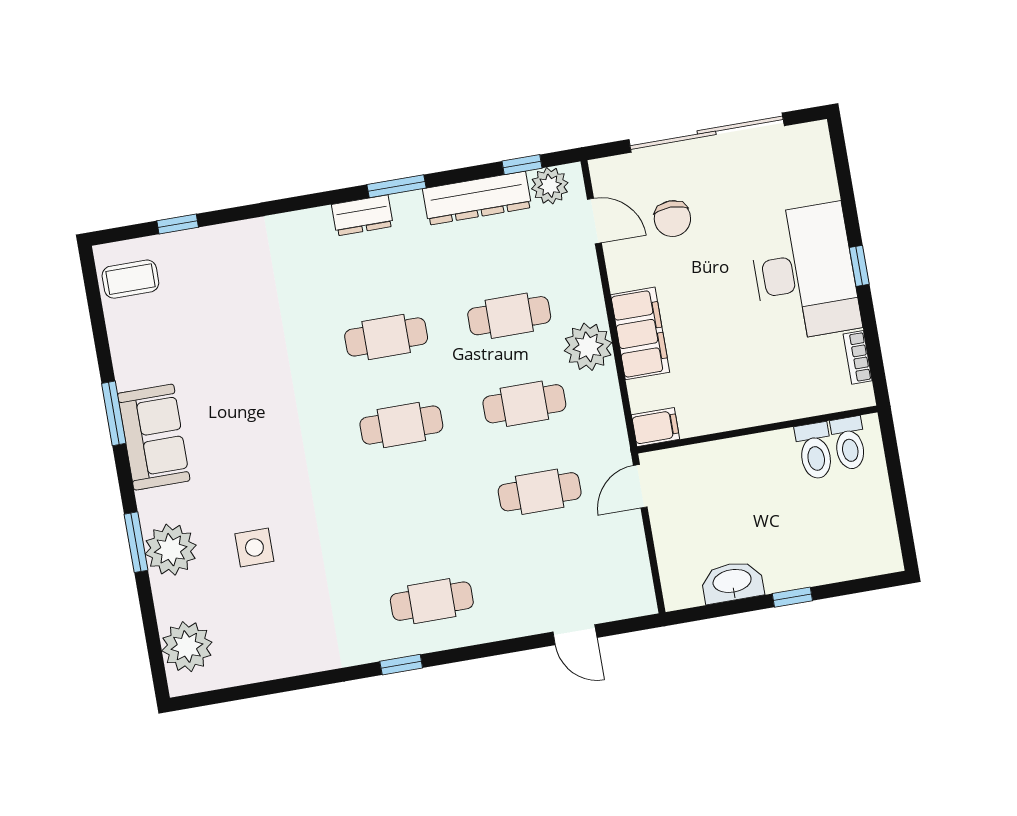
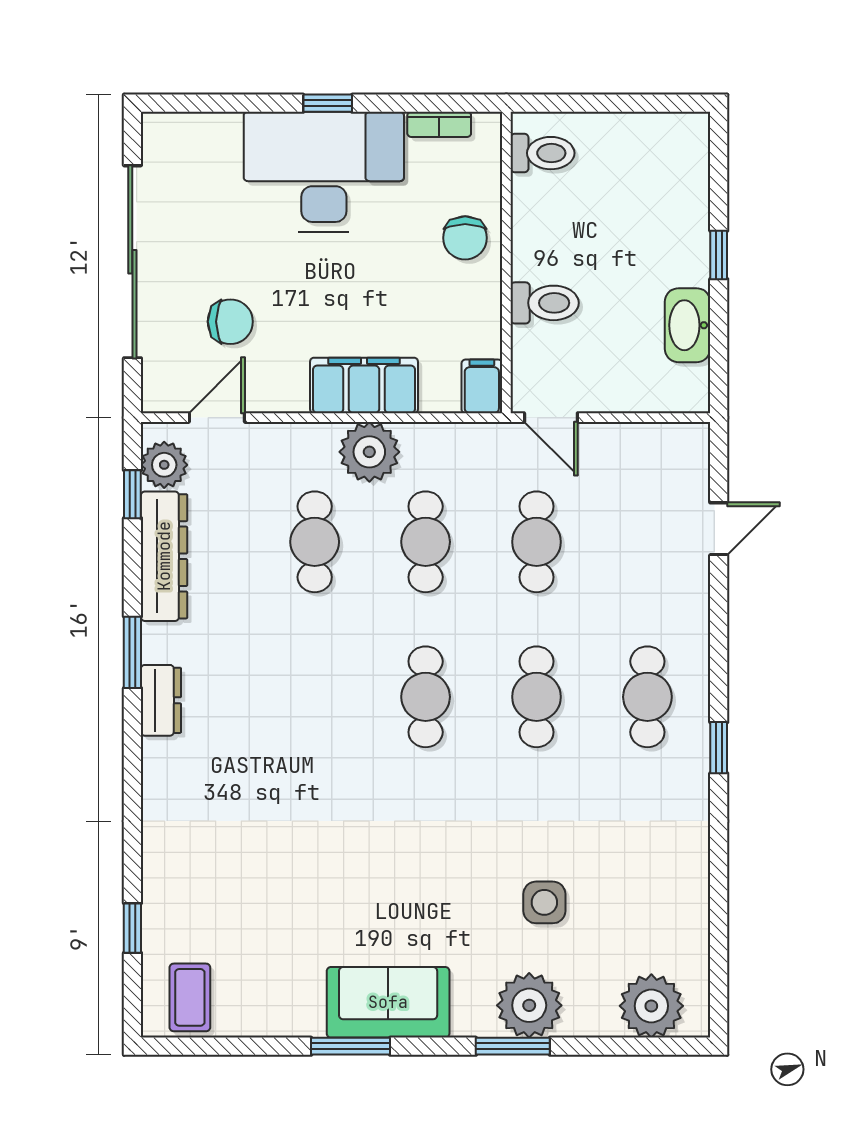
cafe table: (386, 337) -> (537, 697), moved
chair: (771, 393) -> (465, 238), added
toilet: (815, 451) -> (545, 303), moved

